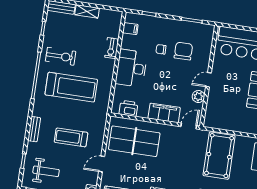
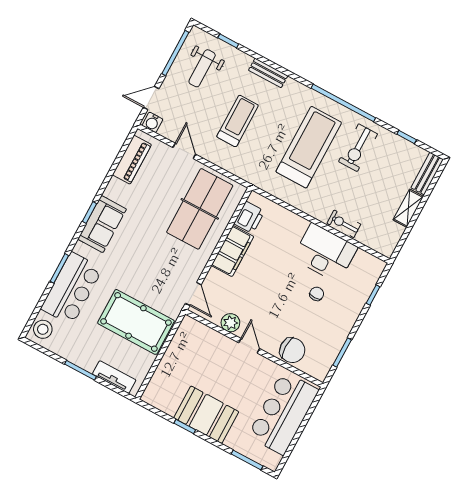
filing cabinet: (130, 29) -> (362, 261), removed
chair: (183, 51) -> (292, 350), moved
desk: (131, 68) -> (325, 253), moved
treadmill: (71, 87) -> (309, 147), turned 180
filing cabinet: (164, 113) -> (233, 251), moved

